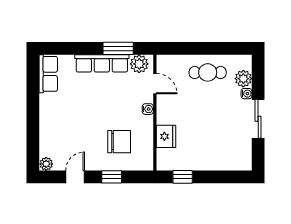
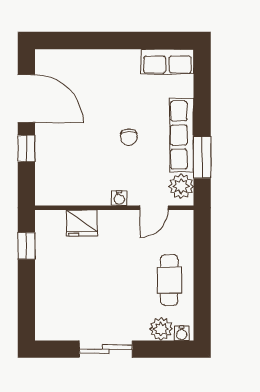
water cooler: (247, 94) -> (182, 333), moved
chair: (119, 142) -> (129, 137), moved, width x0.54, depth x0.54
plant: (46, 164) -> (44, 59), removed
door: (75, 177) -> (26, 98), width x1.87

